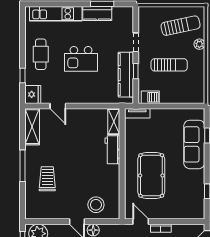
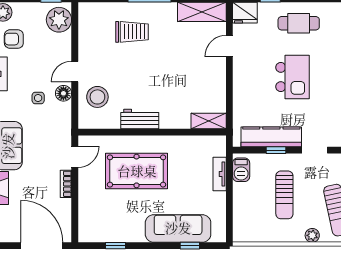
kitchen island: (81, 59) -> (292, 77), turned 180
tv unit: (137, 113) -> (220, 174), moved
workbench: (112, 150) -> (140, 119), moved

